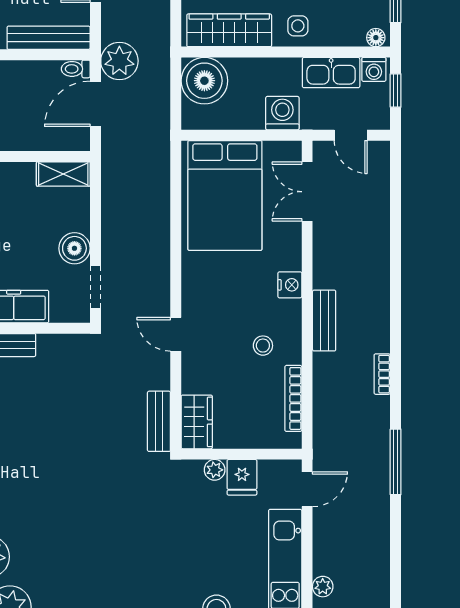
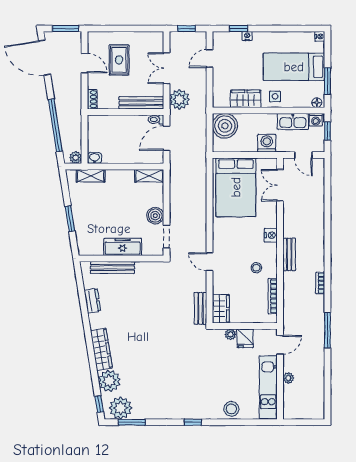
wardrobe: (229, 30) -> (246, 99), width x0.67
plant: (119, 61) -> (179, 99), moved
plant: (323, 587) -> (288, 378), moved

